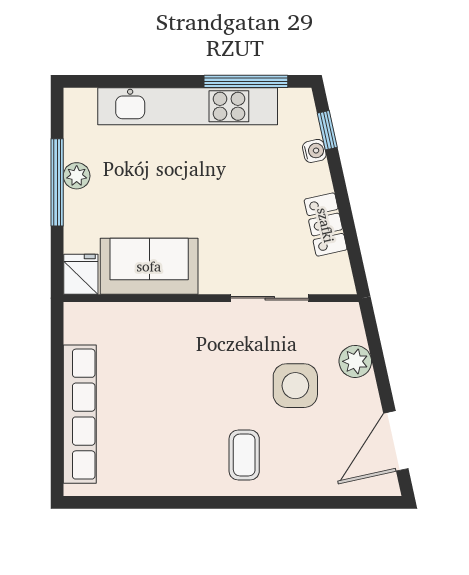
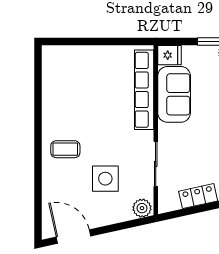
plant: (355, 361) -> (142, 208), moved
row of seats: (80, 414) -> (144, 90), moved, turned 90

